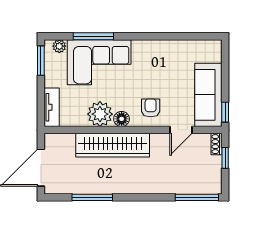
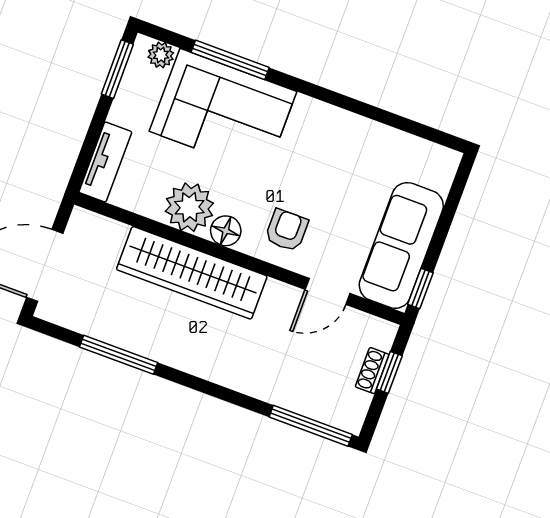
shoe rack: (217, 144) -> (372, 371), moved

